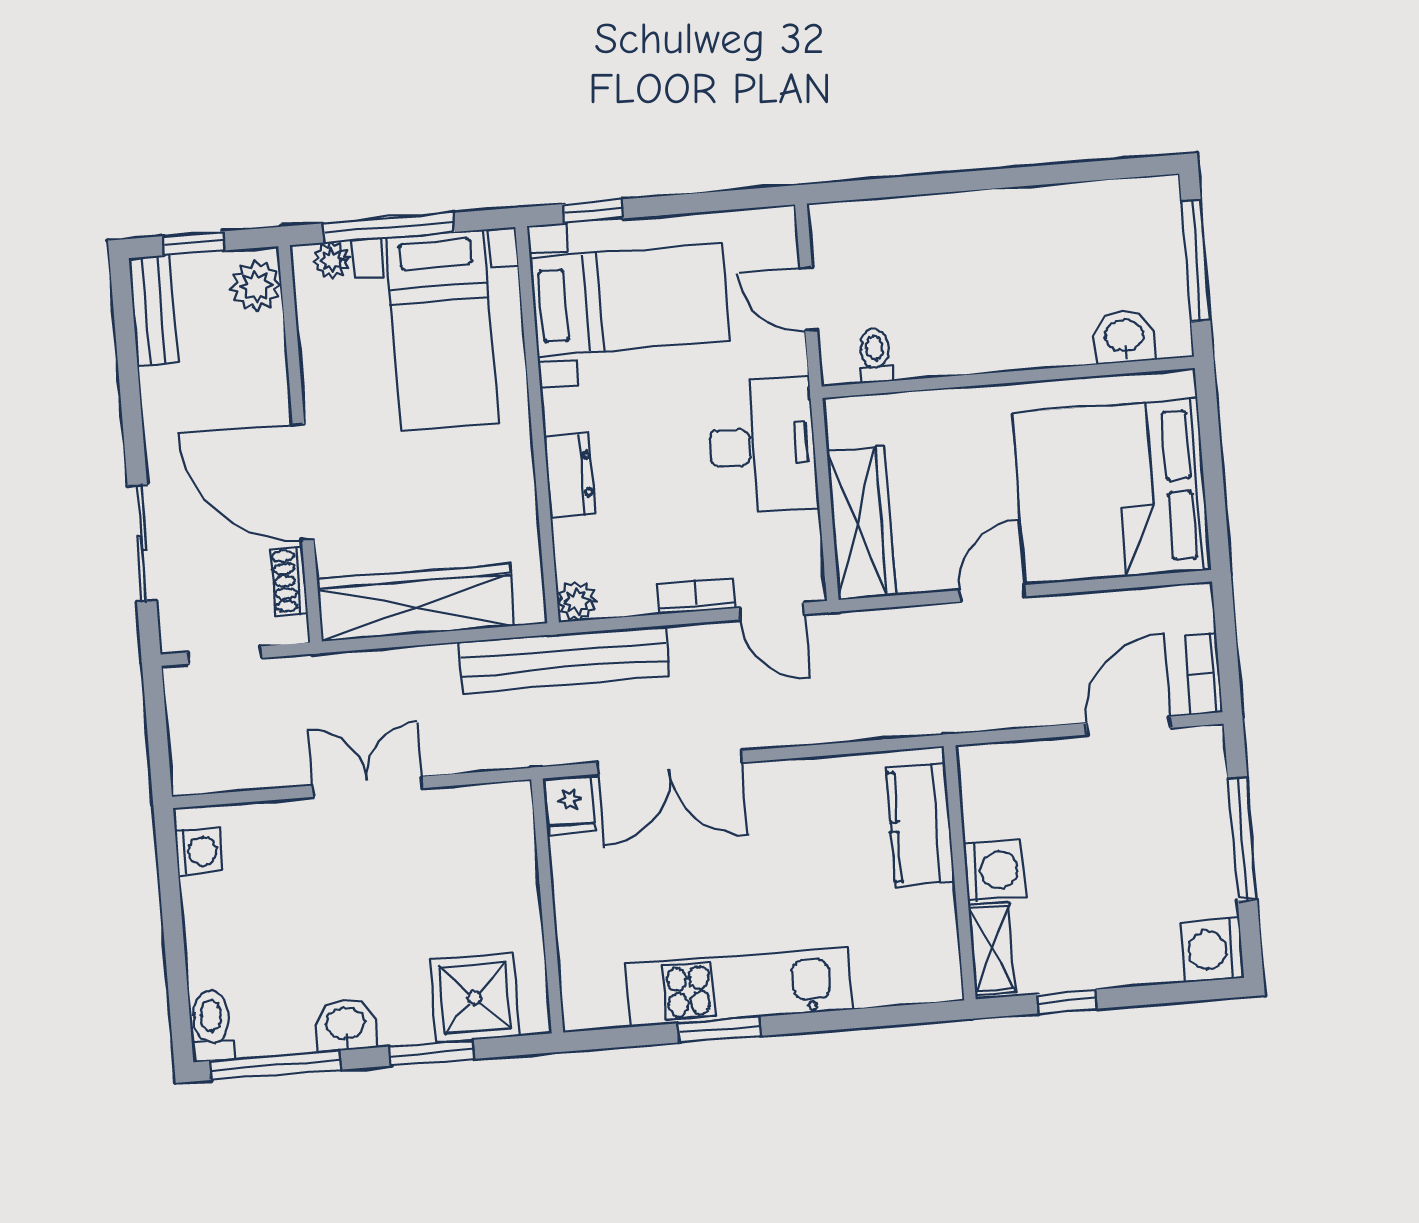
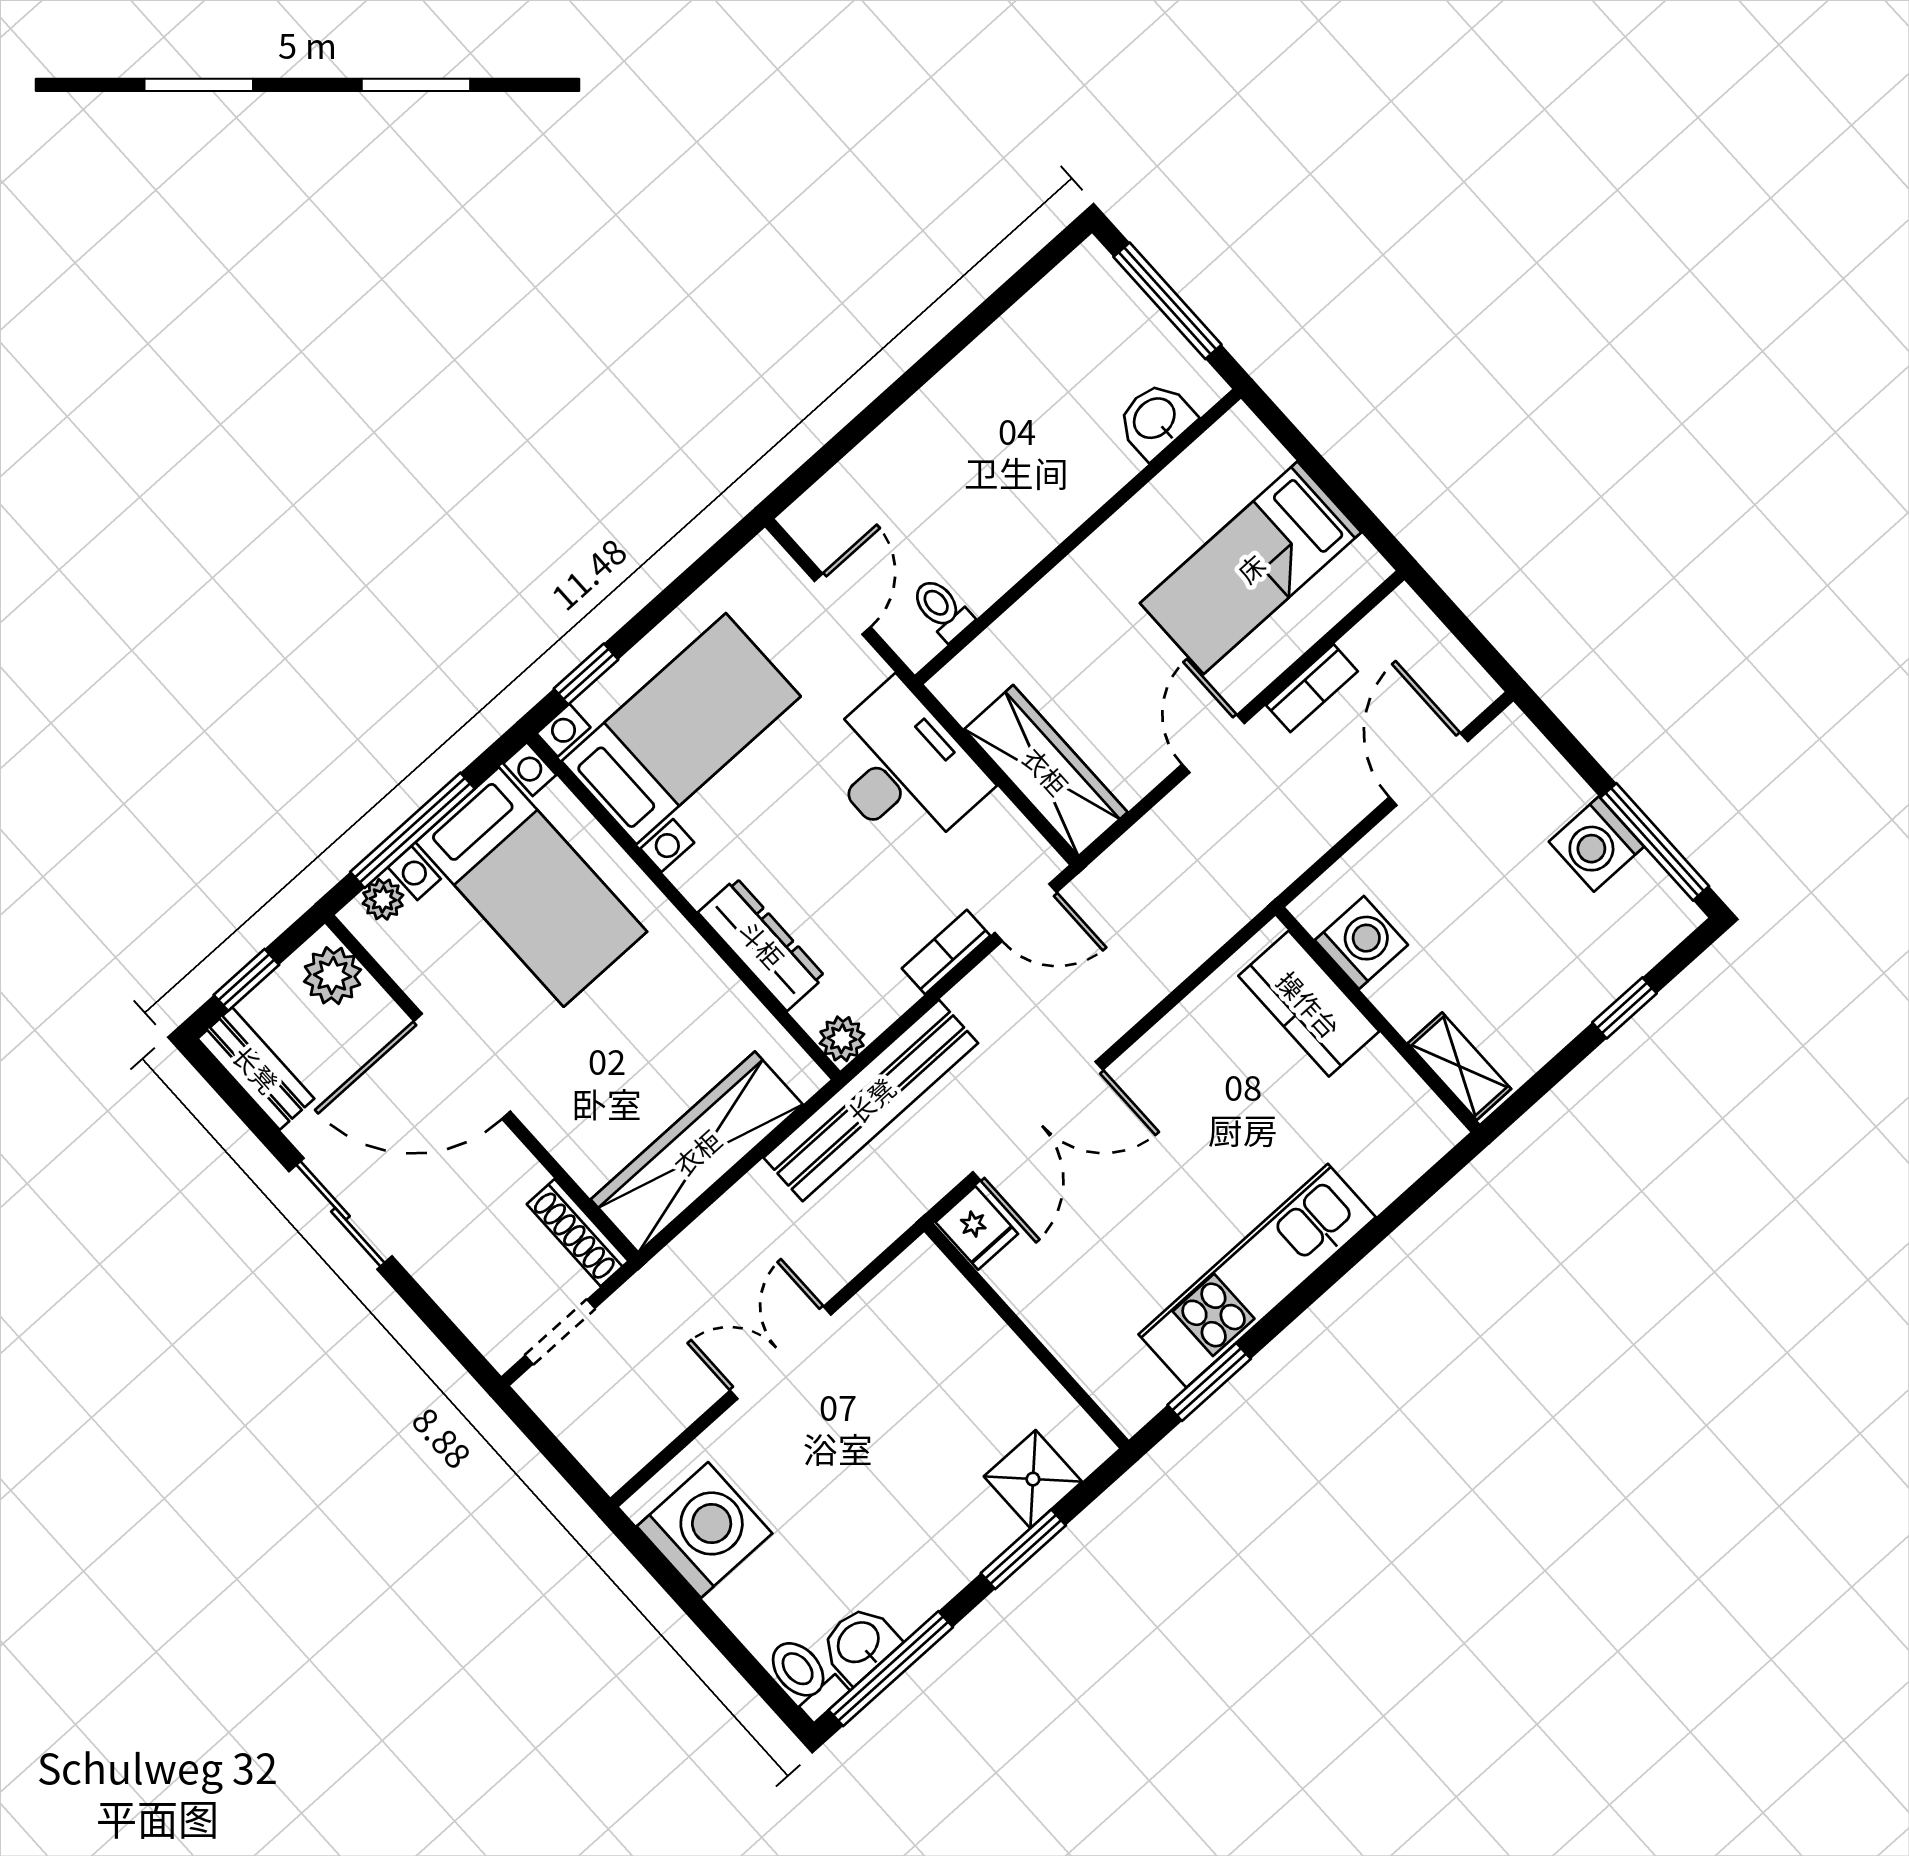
door: (809, 299) -> (842, 604), swing flipped
dresser: (570, 475) -> (762, 944), width x1.44
door: (303, 482) -> (462, 1066), moved
bed: (1112, 491) -> (1251, 568), width x0.49
sliding door: (142, 543) -> (340, 1214), moved
shoe rack: (289, 581) -> (578, 1233), width x1.43
bookcase: (1204, 674) -> (1312, 688), moved, turned -90
window: (1242, 839) -> (1655, 842), moved
washing machine: (199, 851) -> (704, 1530), width x1.89, depth x1.89
washing machine: (994, 870) -> (1361, 942), moved
washing machine: (1212, 949) -> (1596, 844), moved
shower: (475, 998) -> (1033, 1479), width x0.73, depth x0.73
window: (1067, 1002) -> (1624, 1008), moved
washbasin: (345, 1025) -> (859, 1643), moved
window: (719, 1030) -> (1209, 1382), moved

